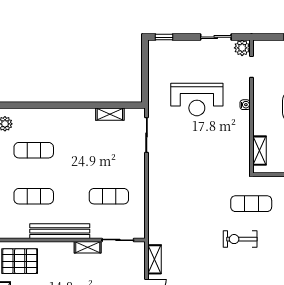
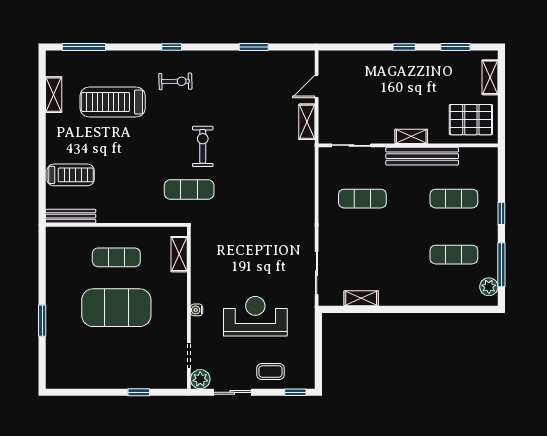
coffee table: (184, 54) -> (270, 371), added
exercise bike: (240, 239) -> (203, 146), turned -90
shelving: (88, 247) -> (411, 136), moved

